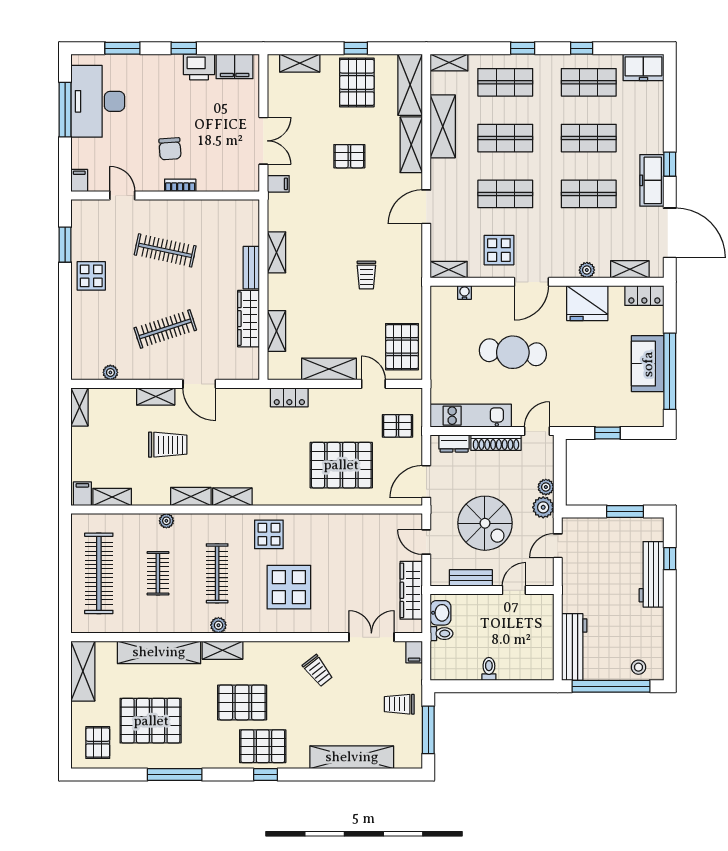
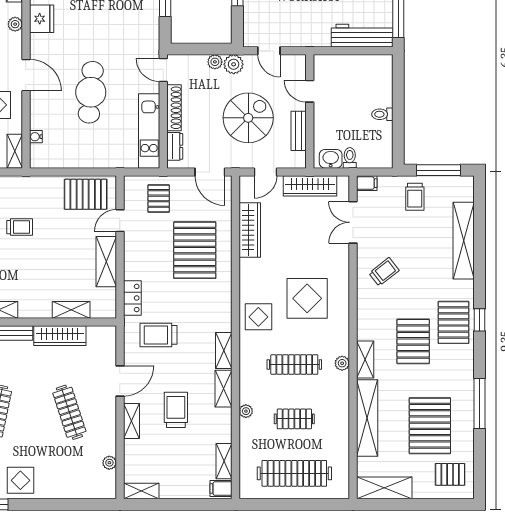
fridge: (587, 303) -> (42, 19), width x0.73, depth x0.75
trolley: (249, 426) -> (158, 335), added
wardrobe: (363, 525) -> (250, 230), added

